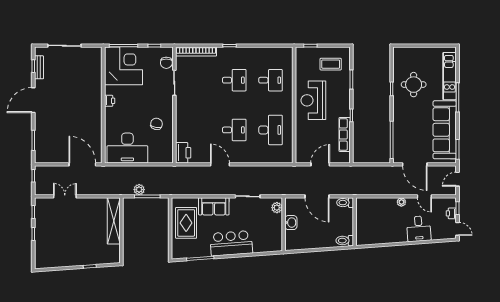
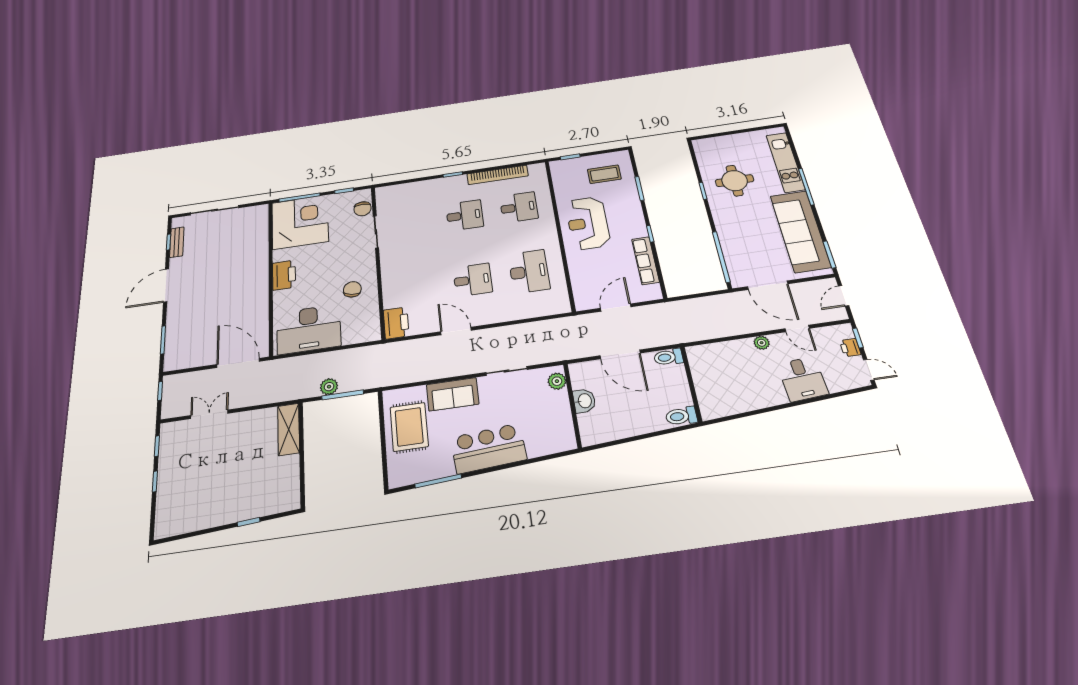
bookcase: (196, 52) -> (498, 175), moved
printer: (110, 101) -> (284, 275), width x1.87, depth x1.48
shelving: (114, 221) -> (289, 429), width x0.68

